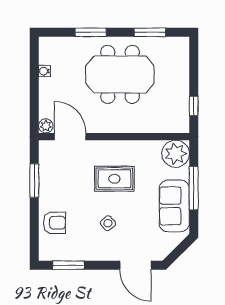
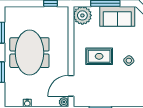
rug: (114, 179) -> (99, 56), turned 90
armchair: (54, 223) -> (128, 96), removed

